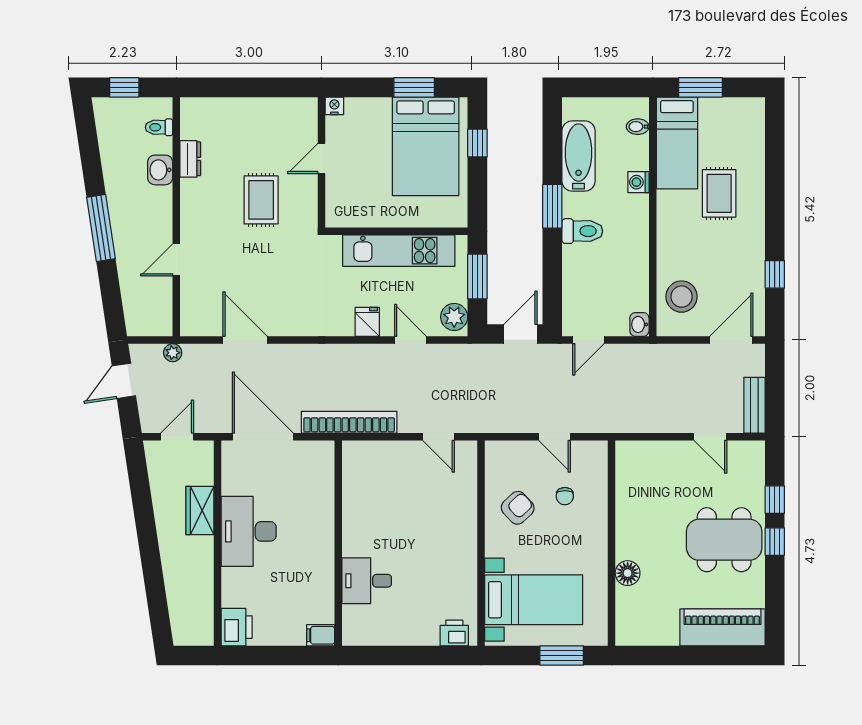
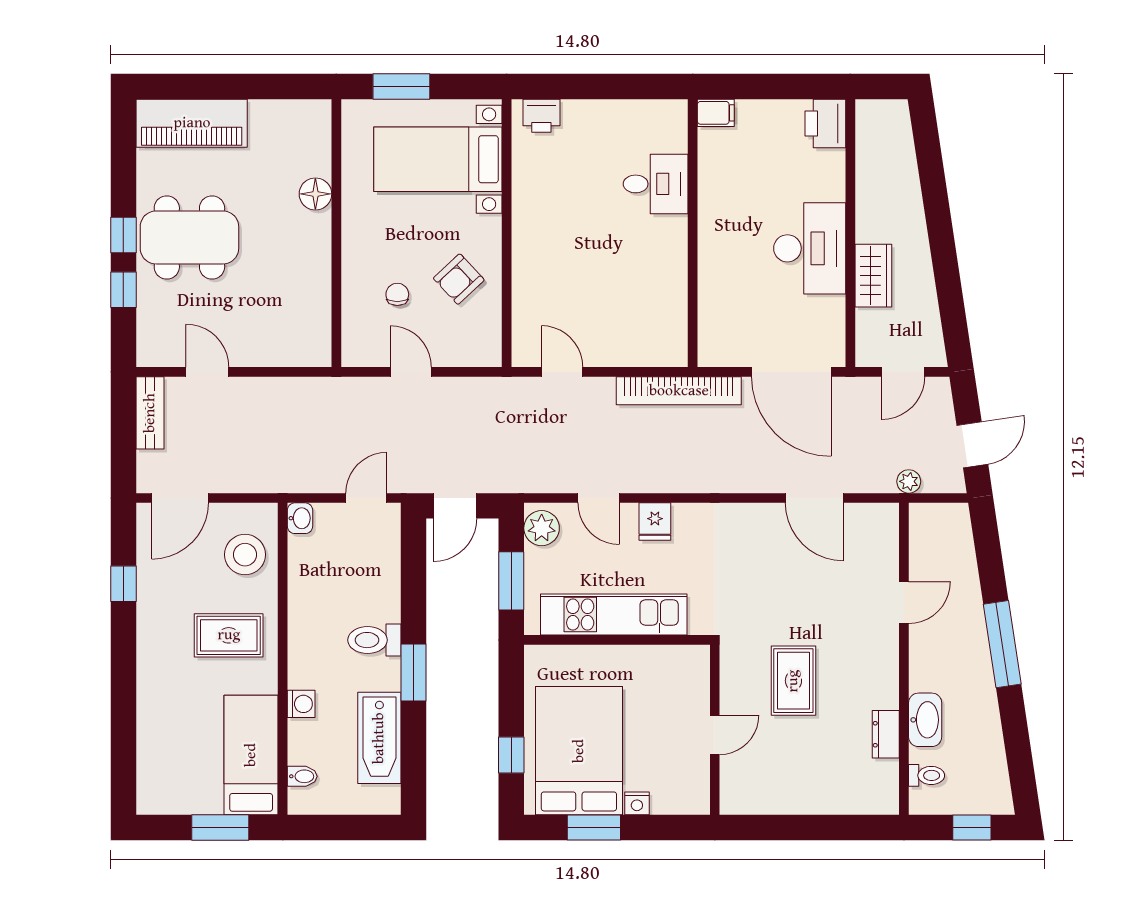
nightstand: (334, 106) -> (637, 803), moved
washbasin: (160, 170) -> (925, 720), width x1.38
rug: (719, 193) -> (229, 635), moved, turned 90

